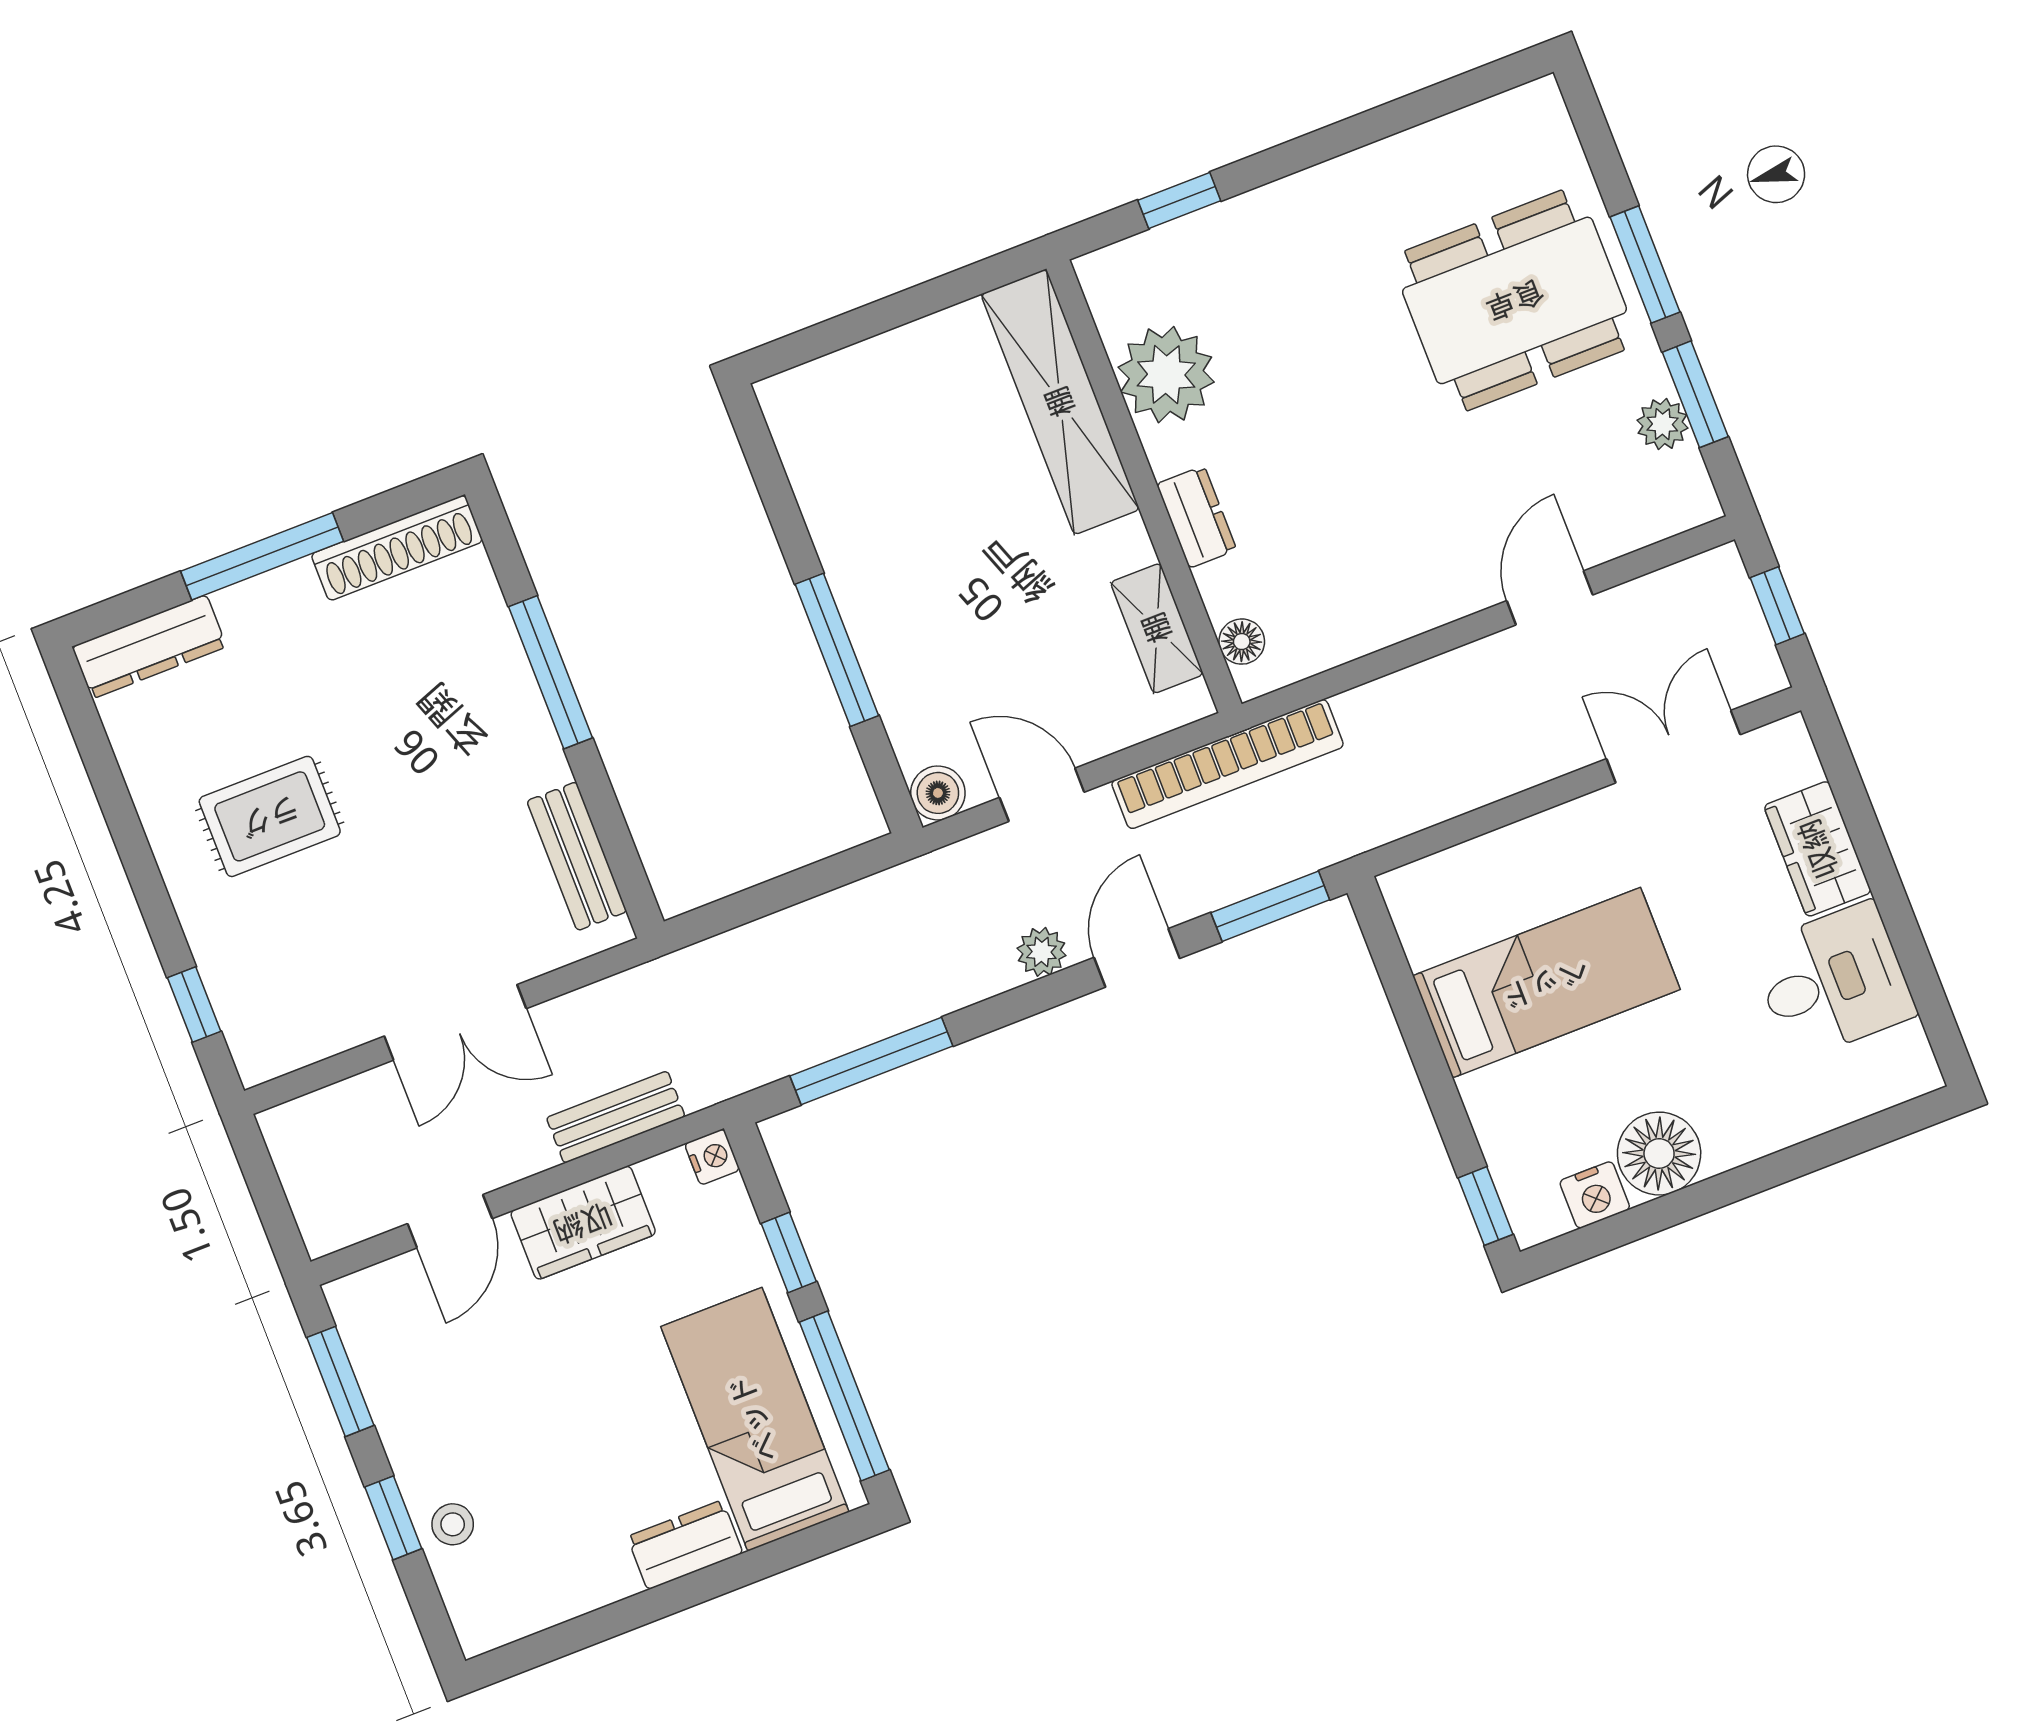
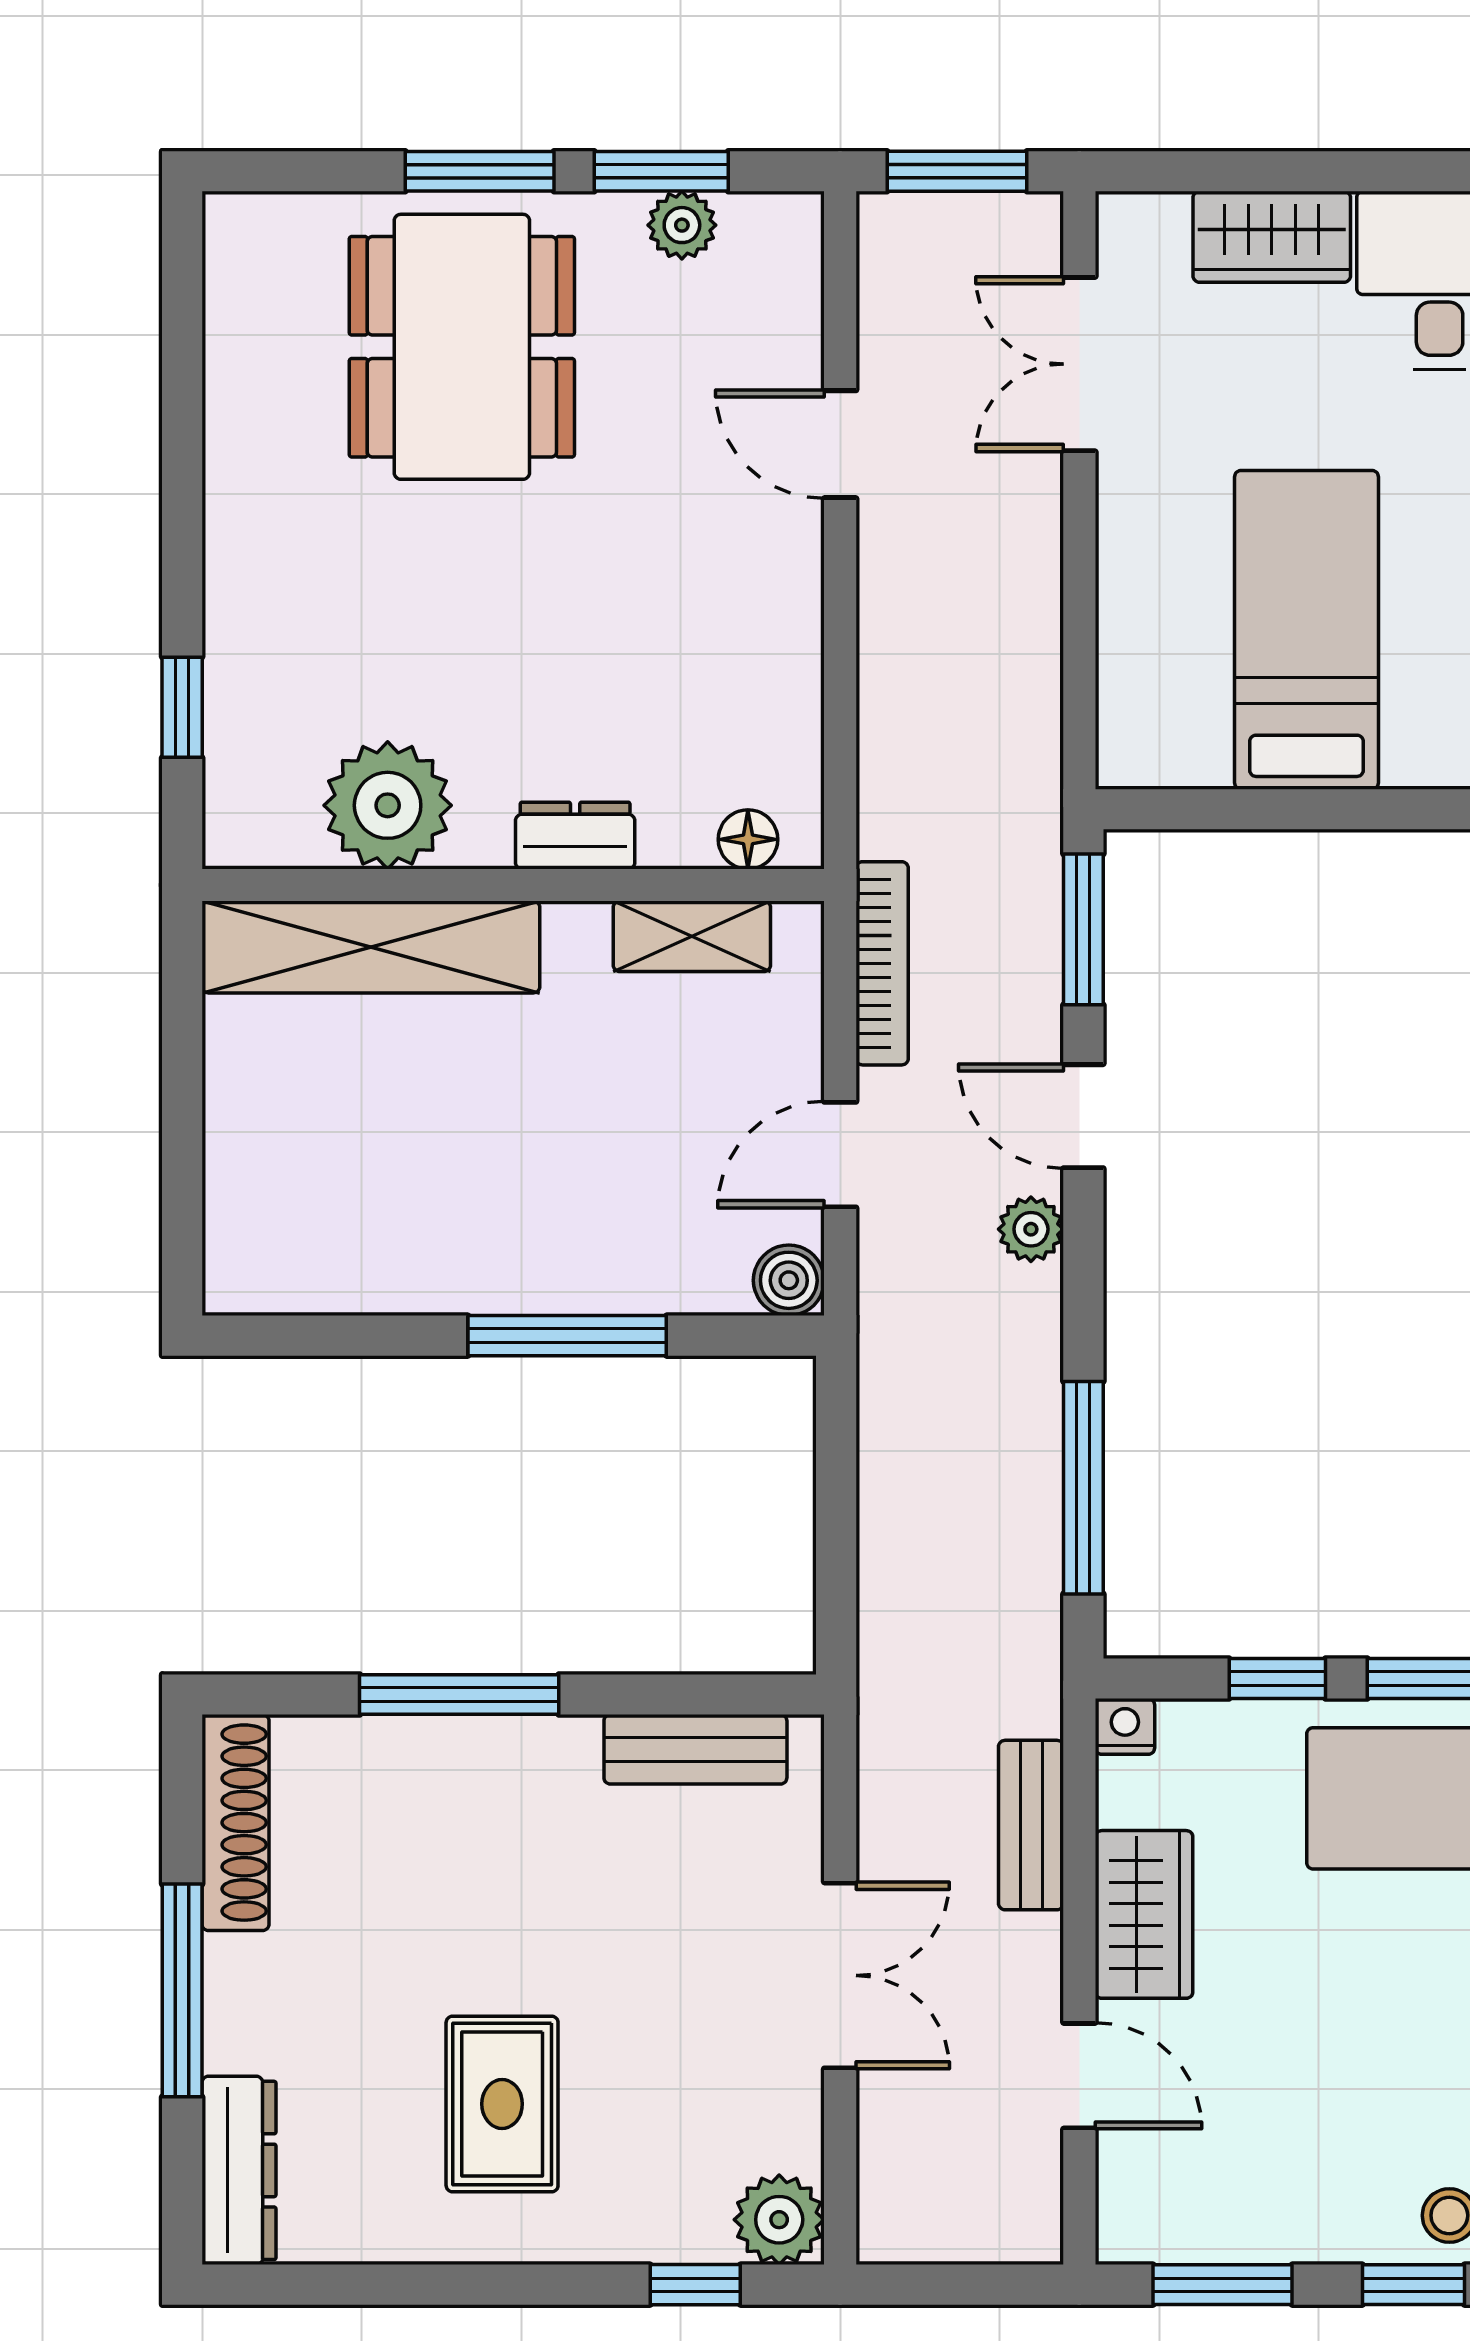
window: (1777, 606) -> (957, 171), width x1.50
bookcase: (1227, 764) -> (882, 963), width x0.68, depth x0.76
plant: (264, 1047) -> (779, 2220), added

